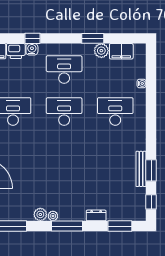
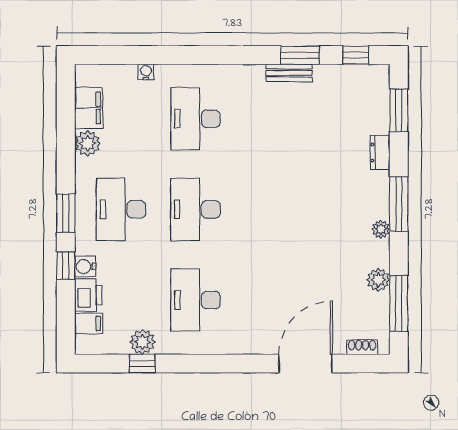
window: (93, 38) -> (66, 213), moved
bench: (141, 169) -> (289, 73), width x0.73
plant: (40, 214) -> (378, 280), moved

